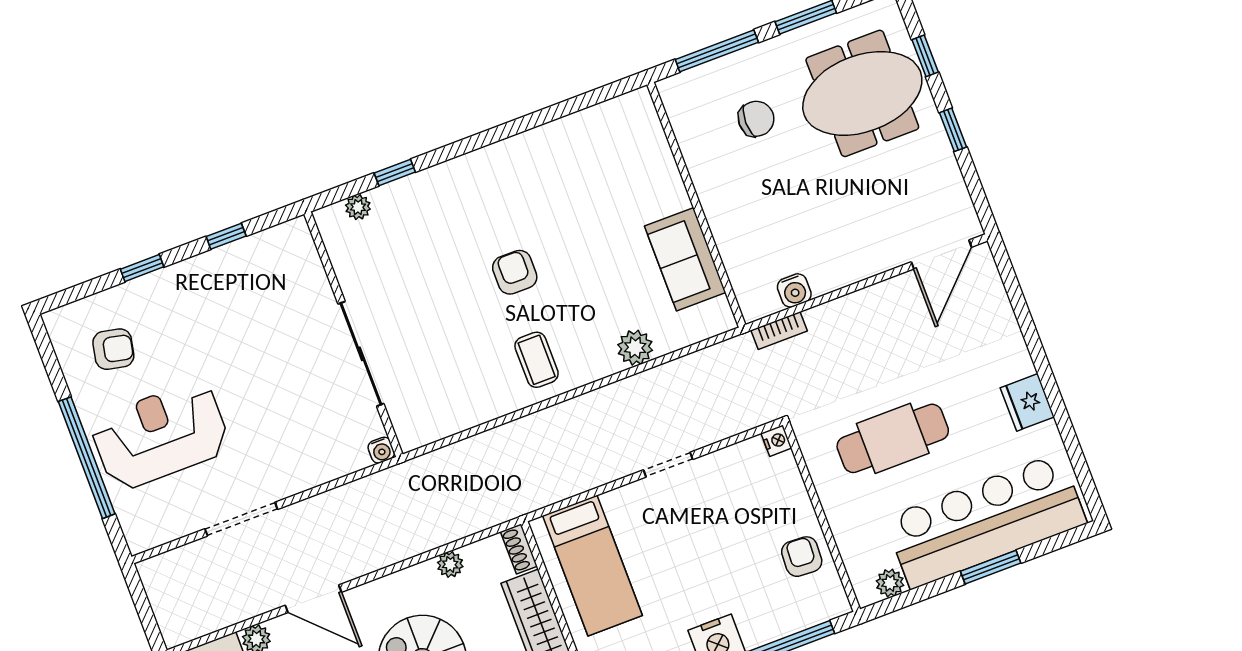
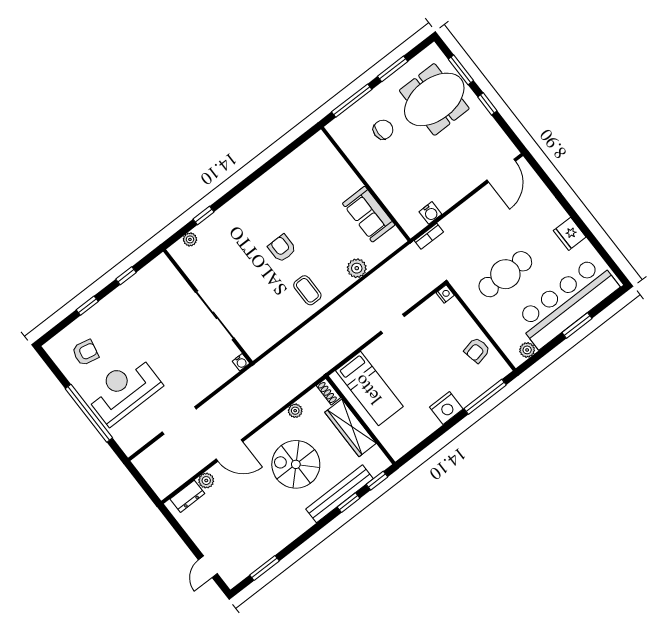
window: (925, 56) -> (461, 70), width x1.50
armchair: (802, 557) -> (477, 350), turned -105

